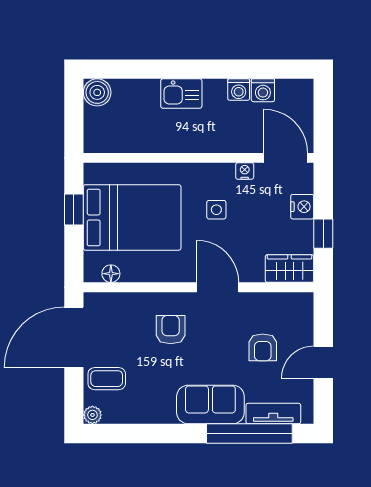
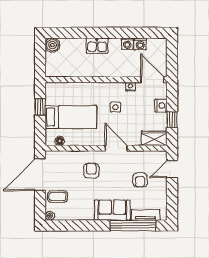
bed: (132, 217) -> (71, 117), width x0.67
door: (323, 362) -> (172, 169), moved

